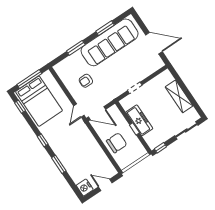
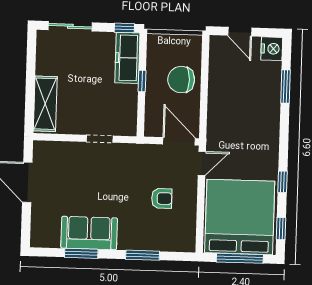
sofa: (110, 42) -> (89, 233), width x0.54, depth x0.79
shelving: (179, 96) -> (45, 104), moved
bed: (39, 101) -> (240, 217), width x1.36
freezer: (139, 120) -> (127, 58), moved
window: (43, 140) -> (283, 182), moved
window: (59, 164) -> (285, 86), moved

